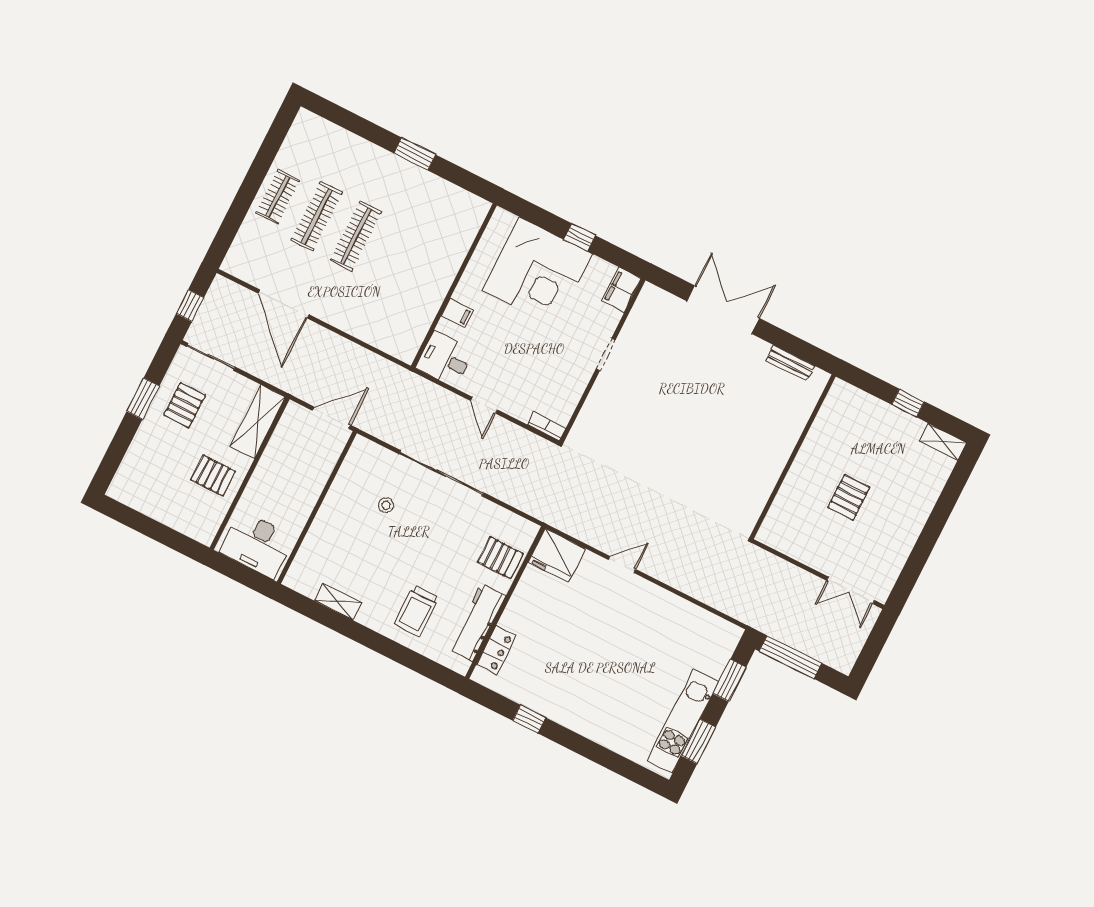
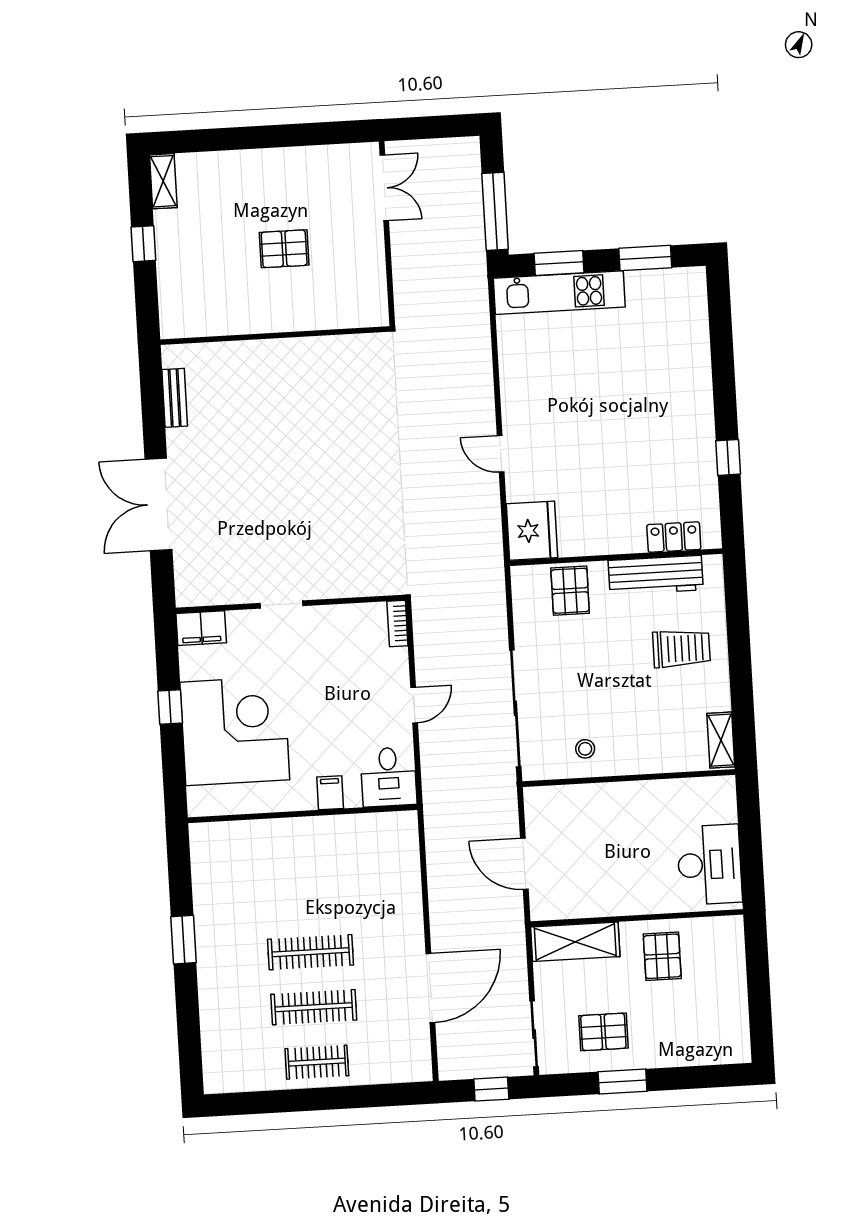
wall: (317, 507) -> (629, 778), moved
kitchen unit: (683, 721) -> (559, 293), moved

